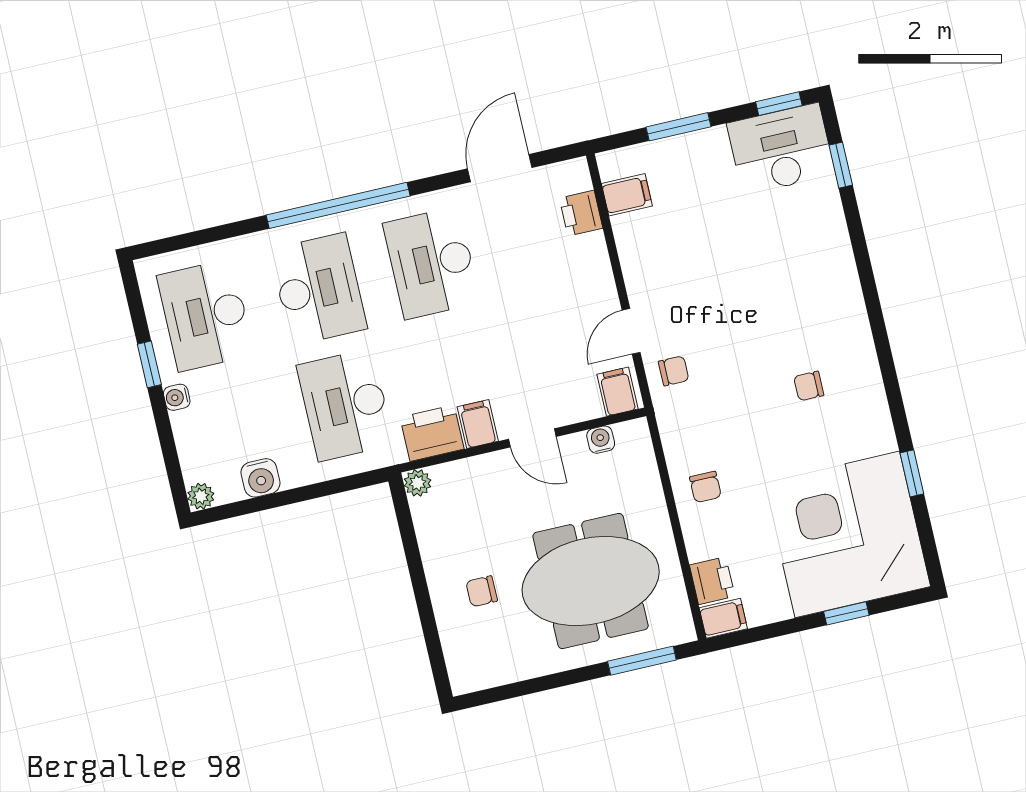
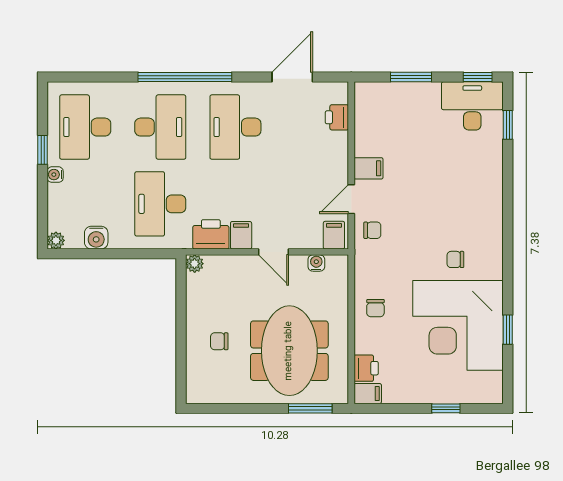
filing cabinet: (627, 195) -> (368, 168), moved
corner desk: (847, 534) -> (458, 325), moved, turned -90
meeting table: (591, 581) -> (289, 351), turned 90

